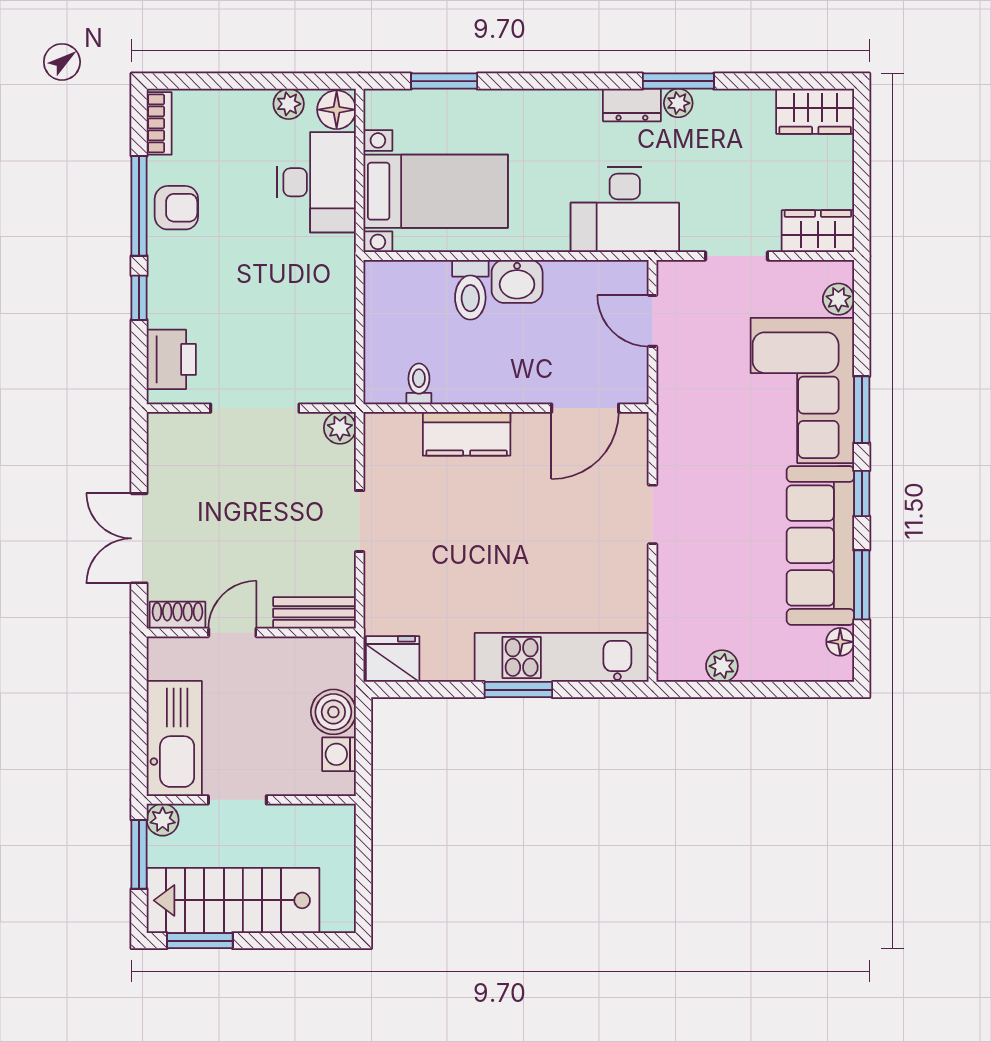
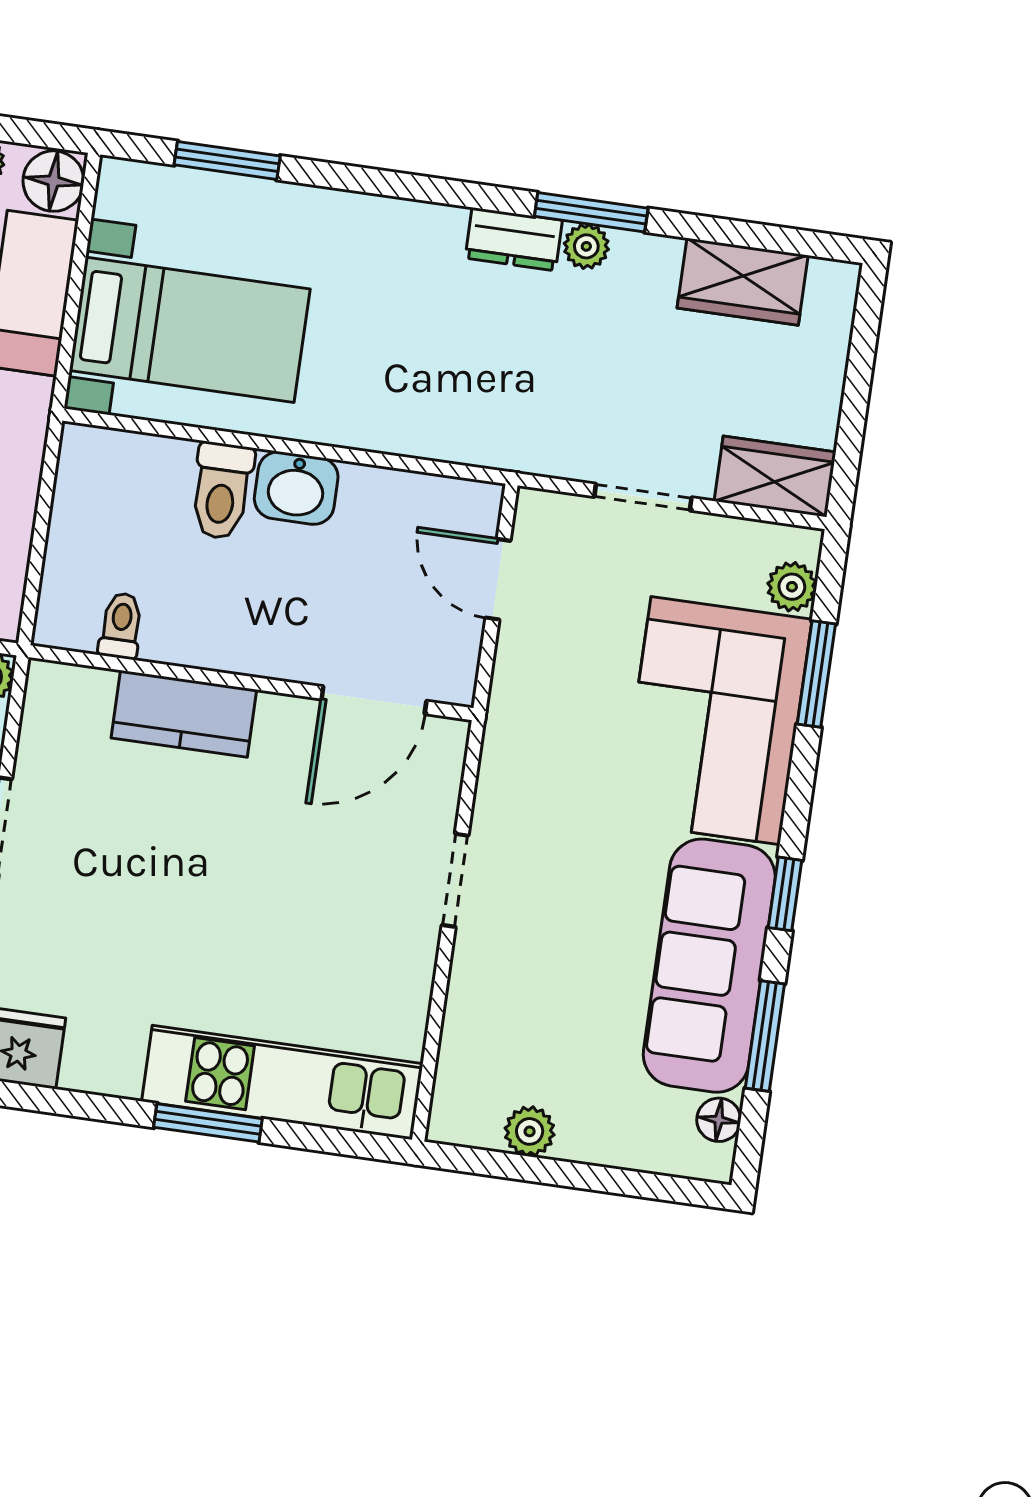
wardrobe: (815, 111) -> (743, 282), moved
desk: (625, 210) -> (480, 400), removed
window: (862, 410) -> (816, 674), moved

